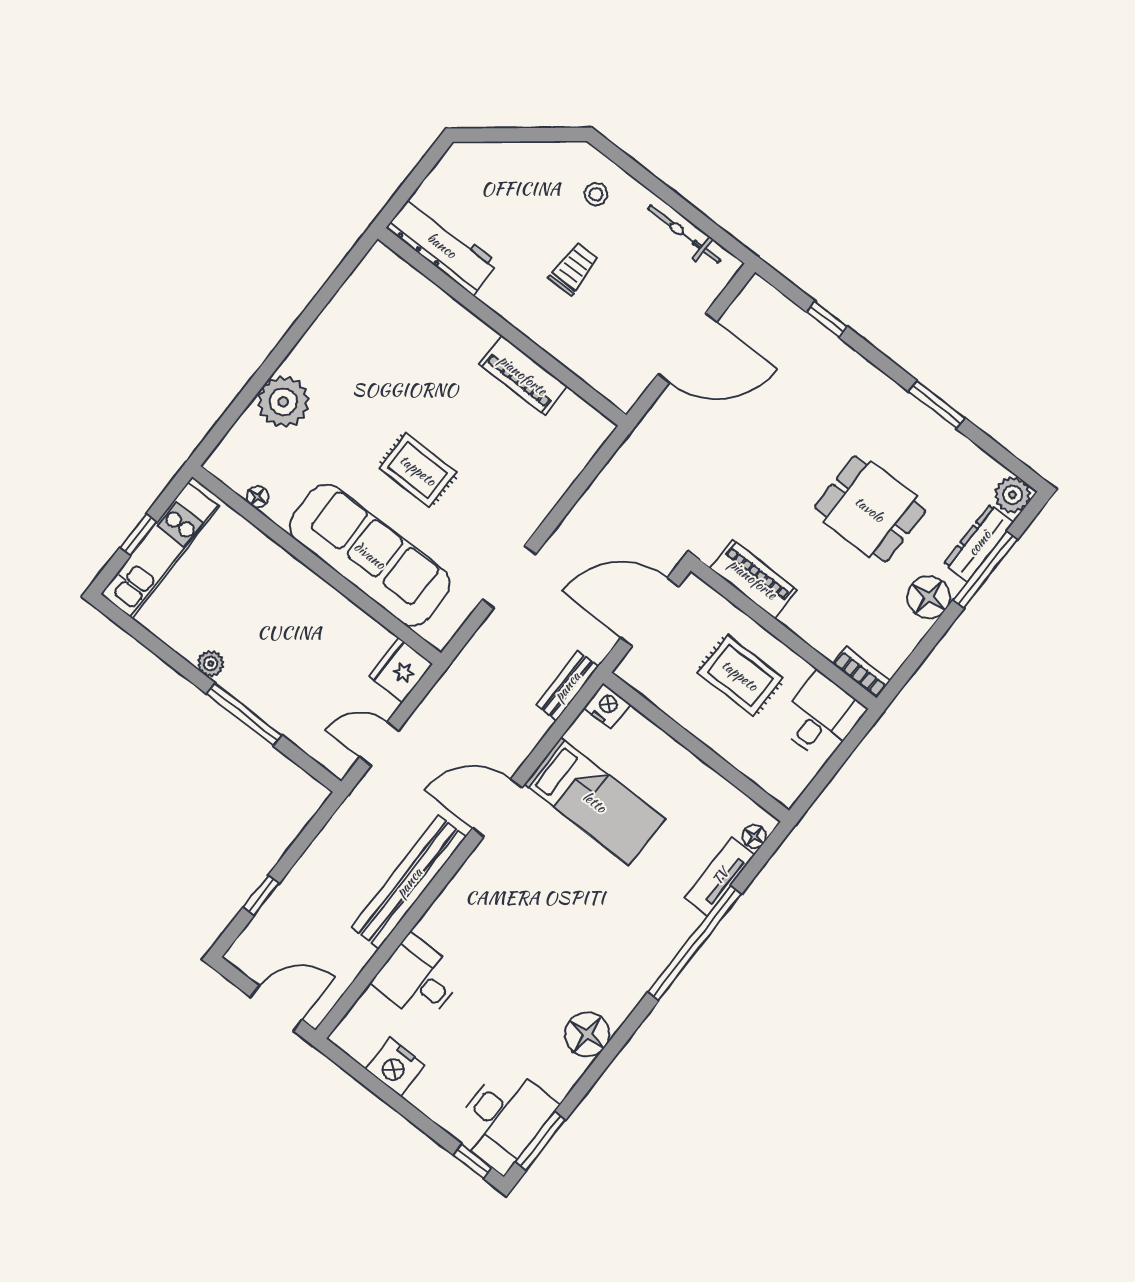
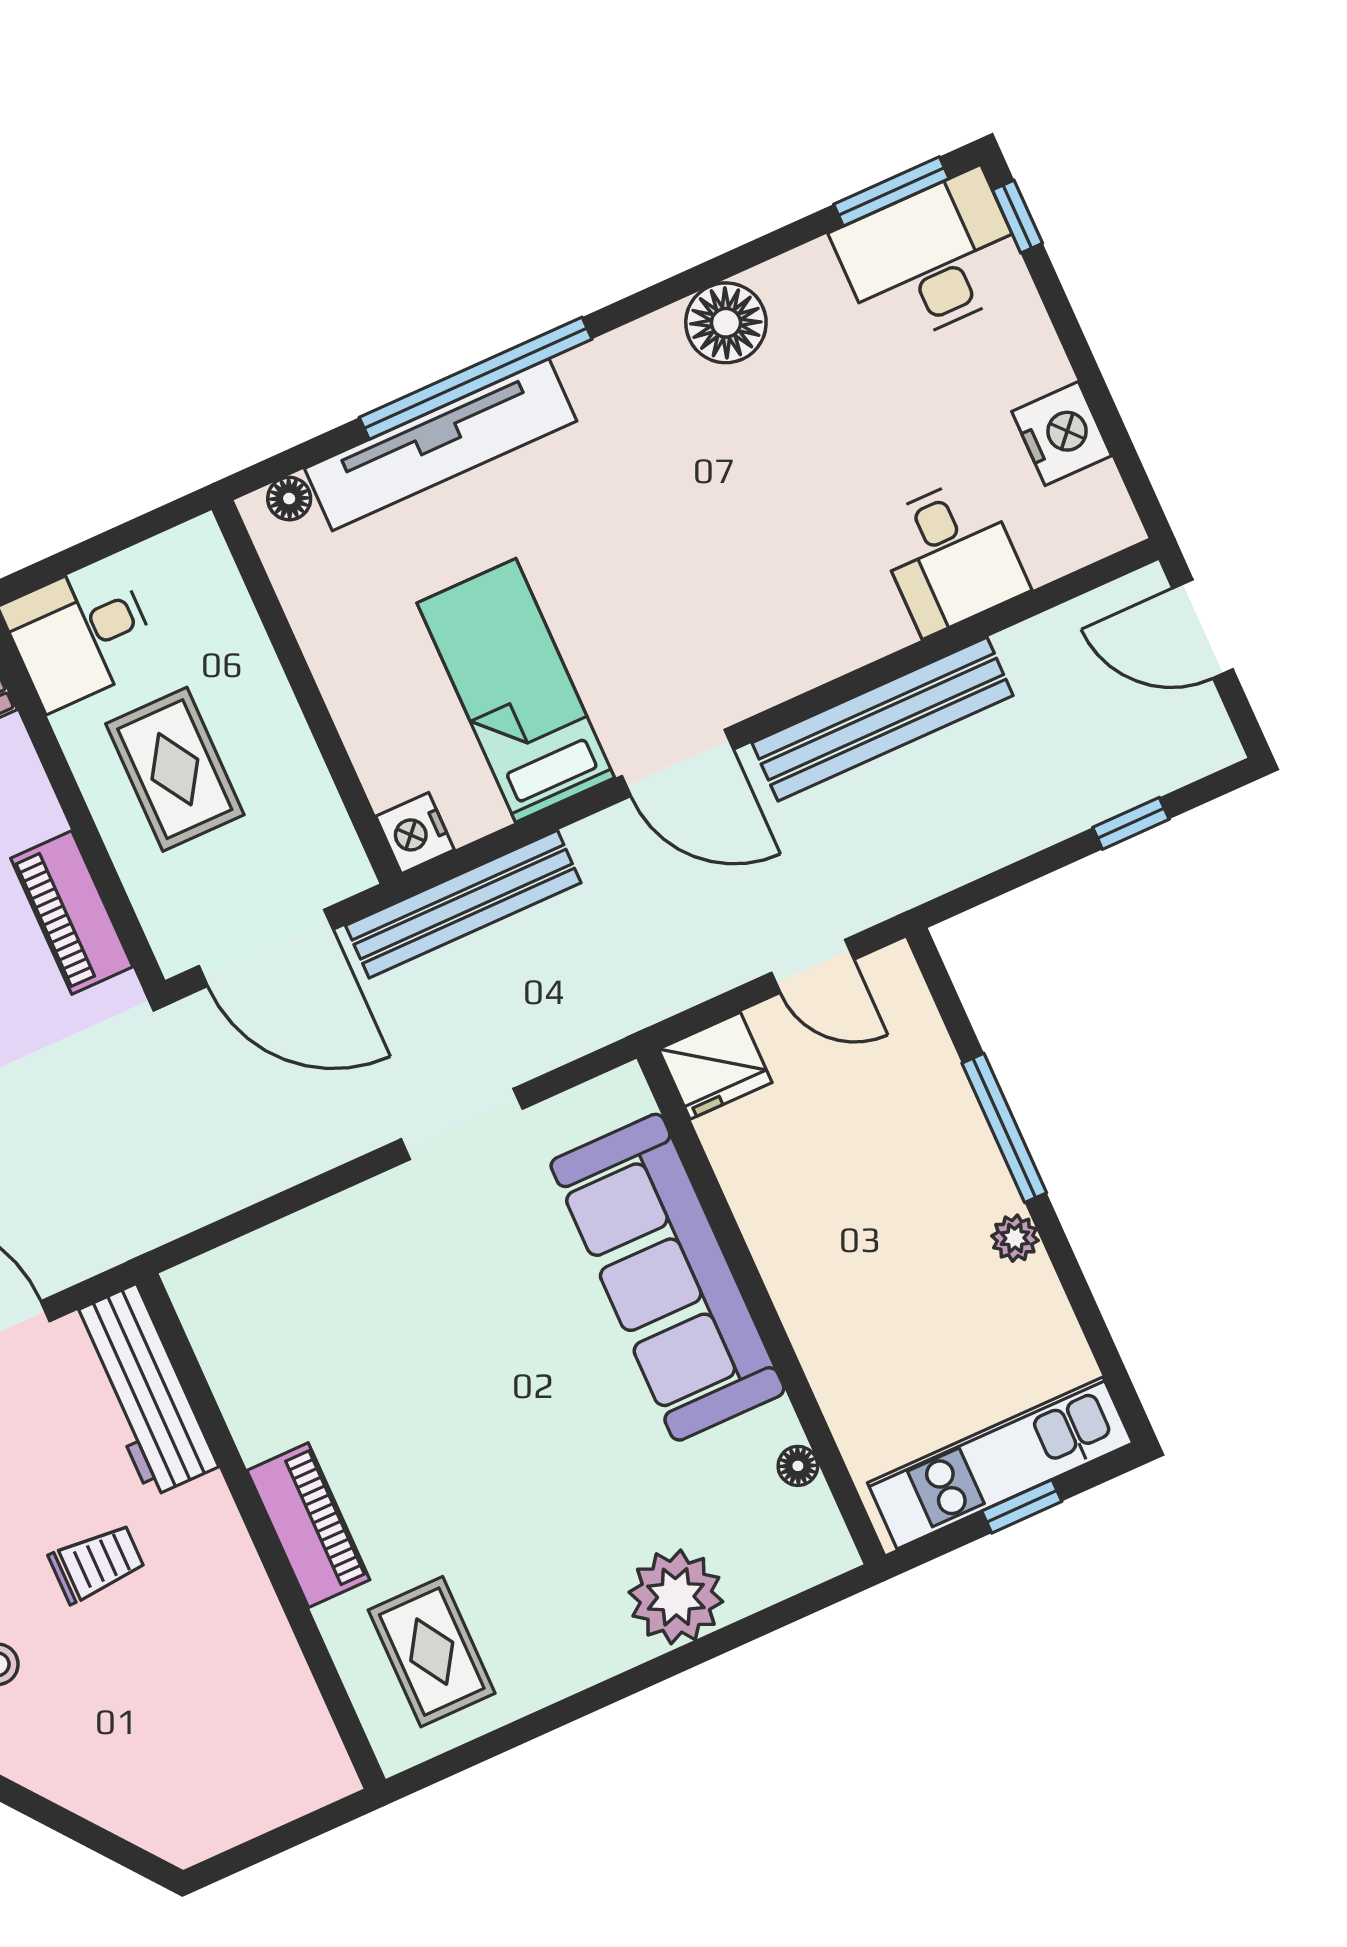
workbench: (442, 245) -> (143, 1391), moved
trolley: (574, 269) -> (97, 1563), turned 180
piano: (523, 375) -> (308, 1525), moved
rug: (418, 470) -> (432, 1652), moved
bench: (567, 686) -> (463, 904), width x1.86, depth x1.21
tv unit: (720, 876) -> (441, 445), width x1.92, depth x1.29

